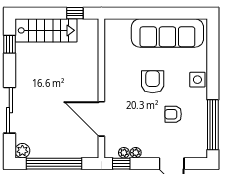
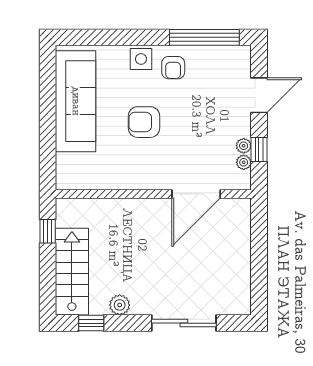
armchair: (173, 114) -> (173, 68), moved
plant: (22, 151) -> (120, 305), moved
window: (54, 164) -> (259, 261), removed
window: (121, 164) -> (259, 150), moved

